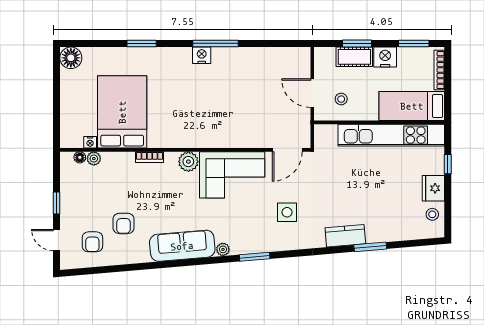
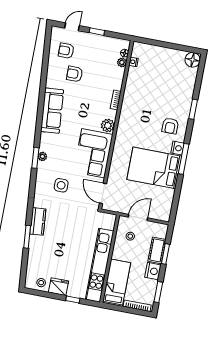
armchair: (172, 72) -> (170, 126), added
bed: (122, 112) -> (154, 168), moved, turned 180
plant: (223, 249) -> (42, 156), moved

